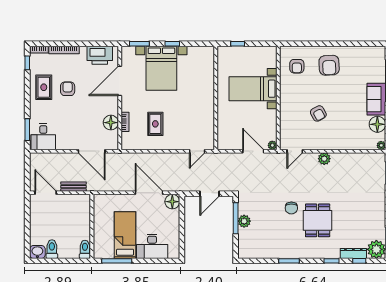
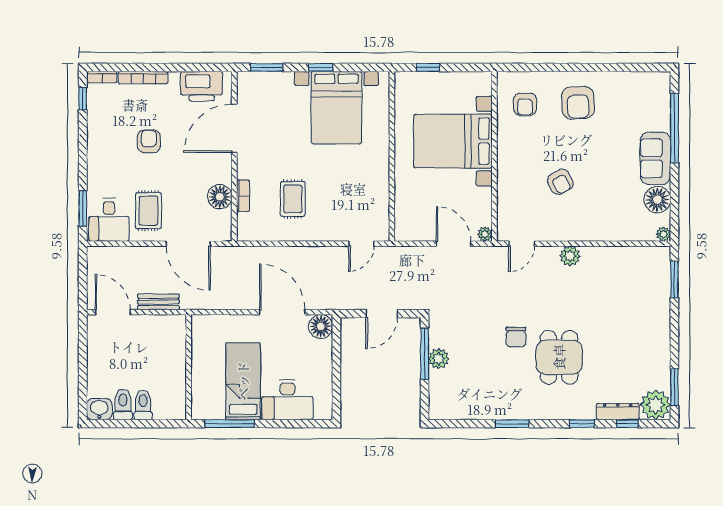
bed with nightstands: (161, 68) -> (336, 108), moved
rug: (44, 87) -> (148, 211), moved
bed with nightstands: (253, 89) -> (453, 141), width x1.36
toilet: (85, 249) -> (143, 405), moved

